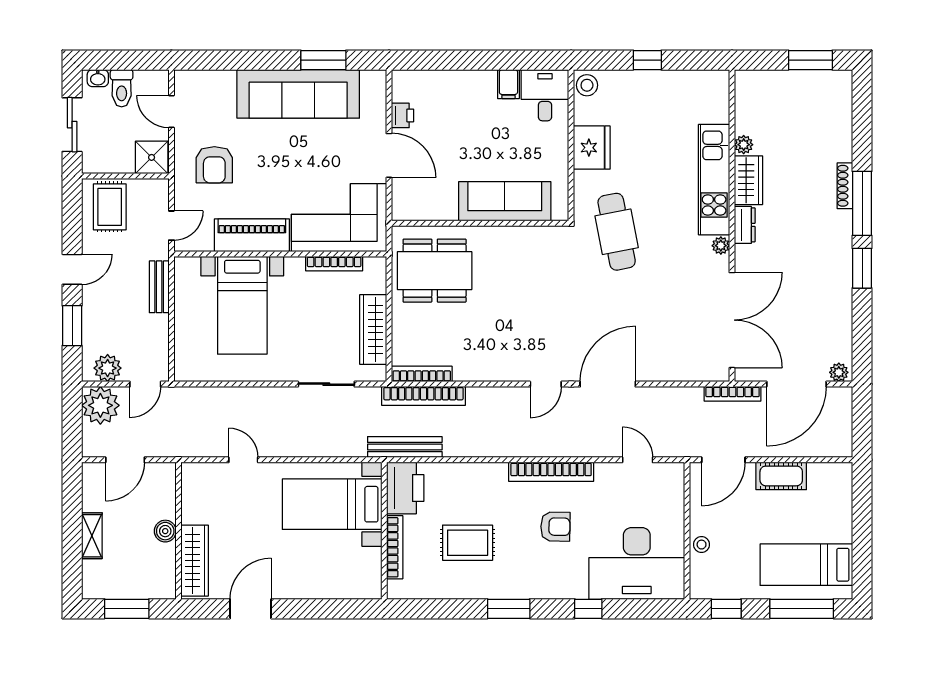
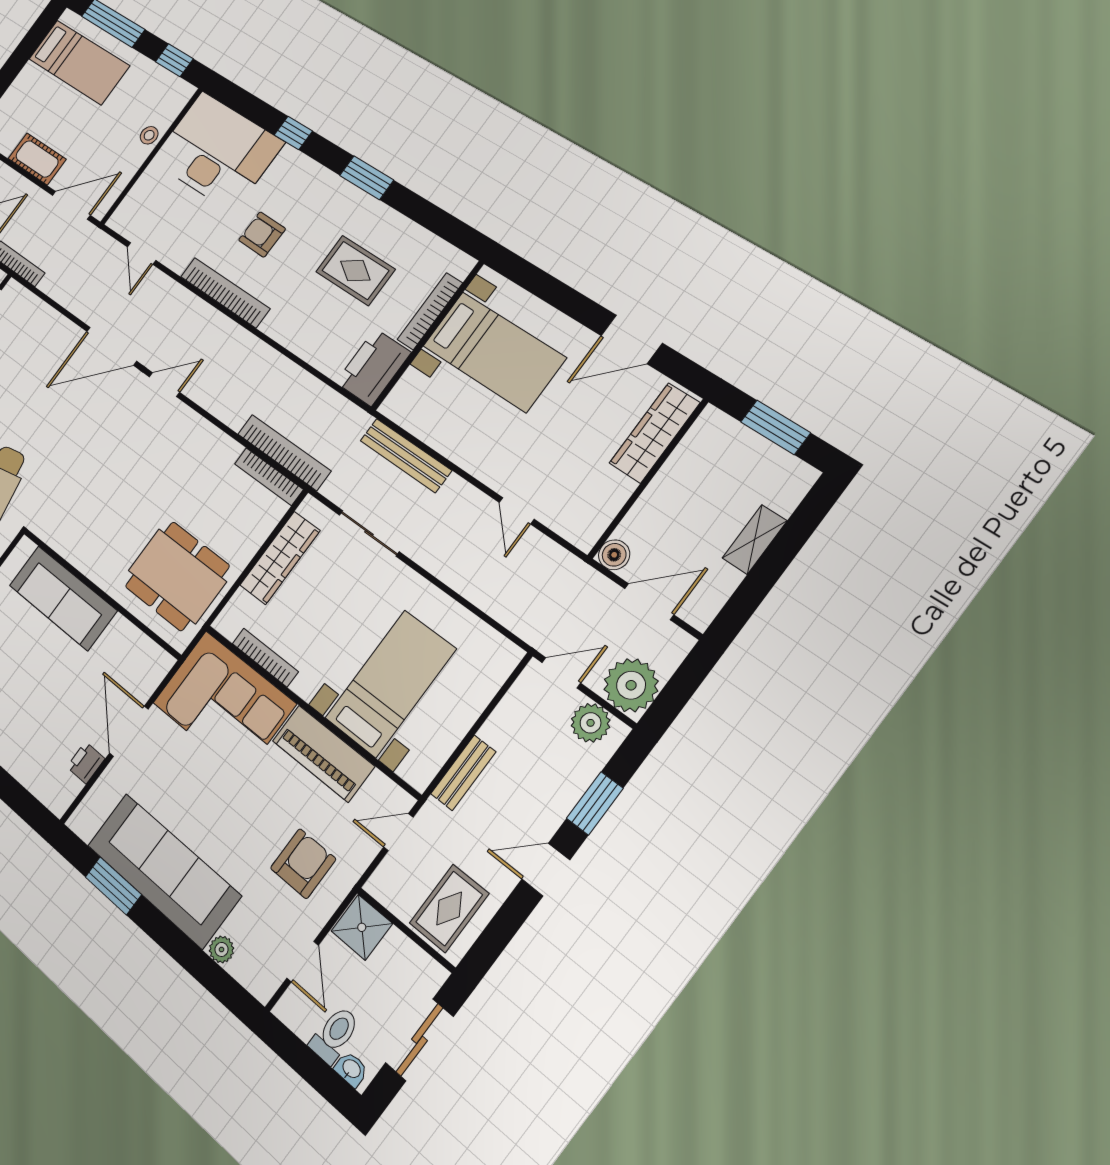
plant: (225, 79) -> (222, 949), added
bench: (405, 447) -> (406, 455), moved
bed with nightstands: (332, 504) -> (494, 352), moved
boiler: (165, 531) -> (614, 555), moved

